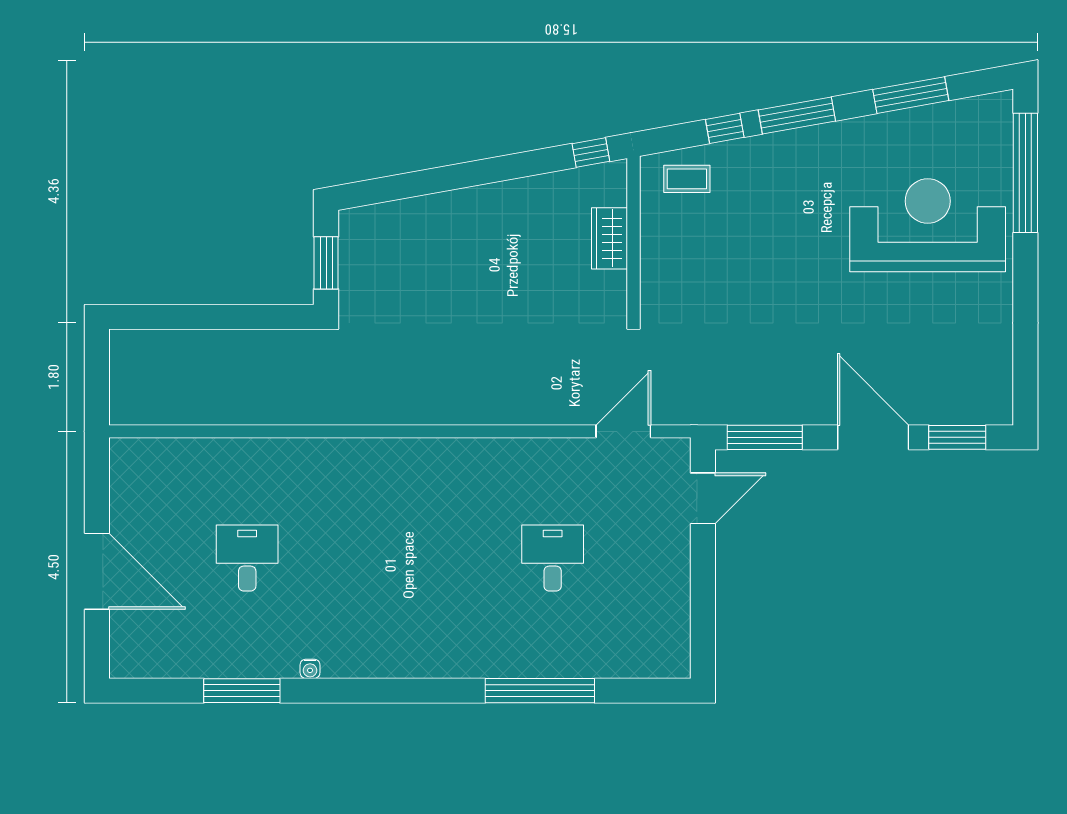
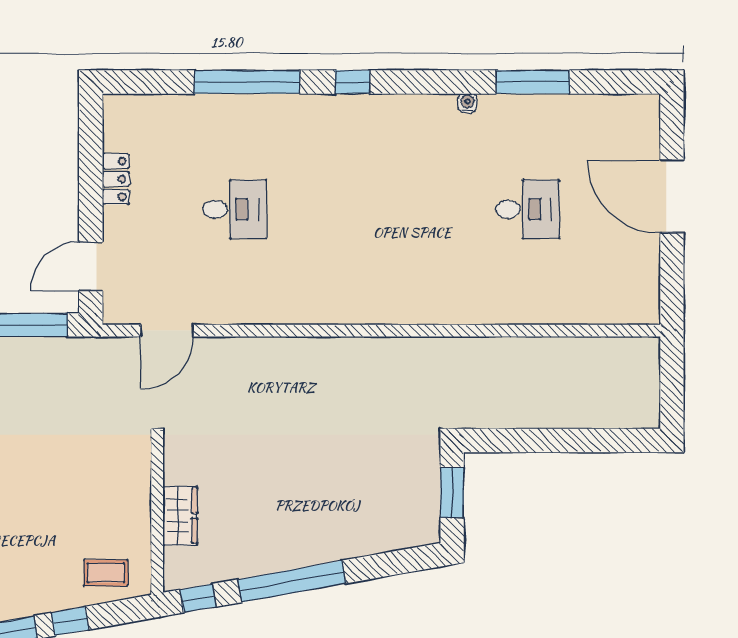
window: (493, 170) -> (292, 581), added
desk: (247, 558) -> (528, 209), turned -90
desk: (553, 558) -> (235, 209), turned -90
locker: (677, 590) -> (116, 179), added
window: (430, 691) -> (352, 82), added

